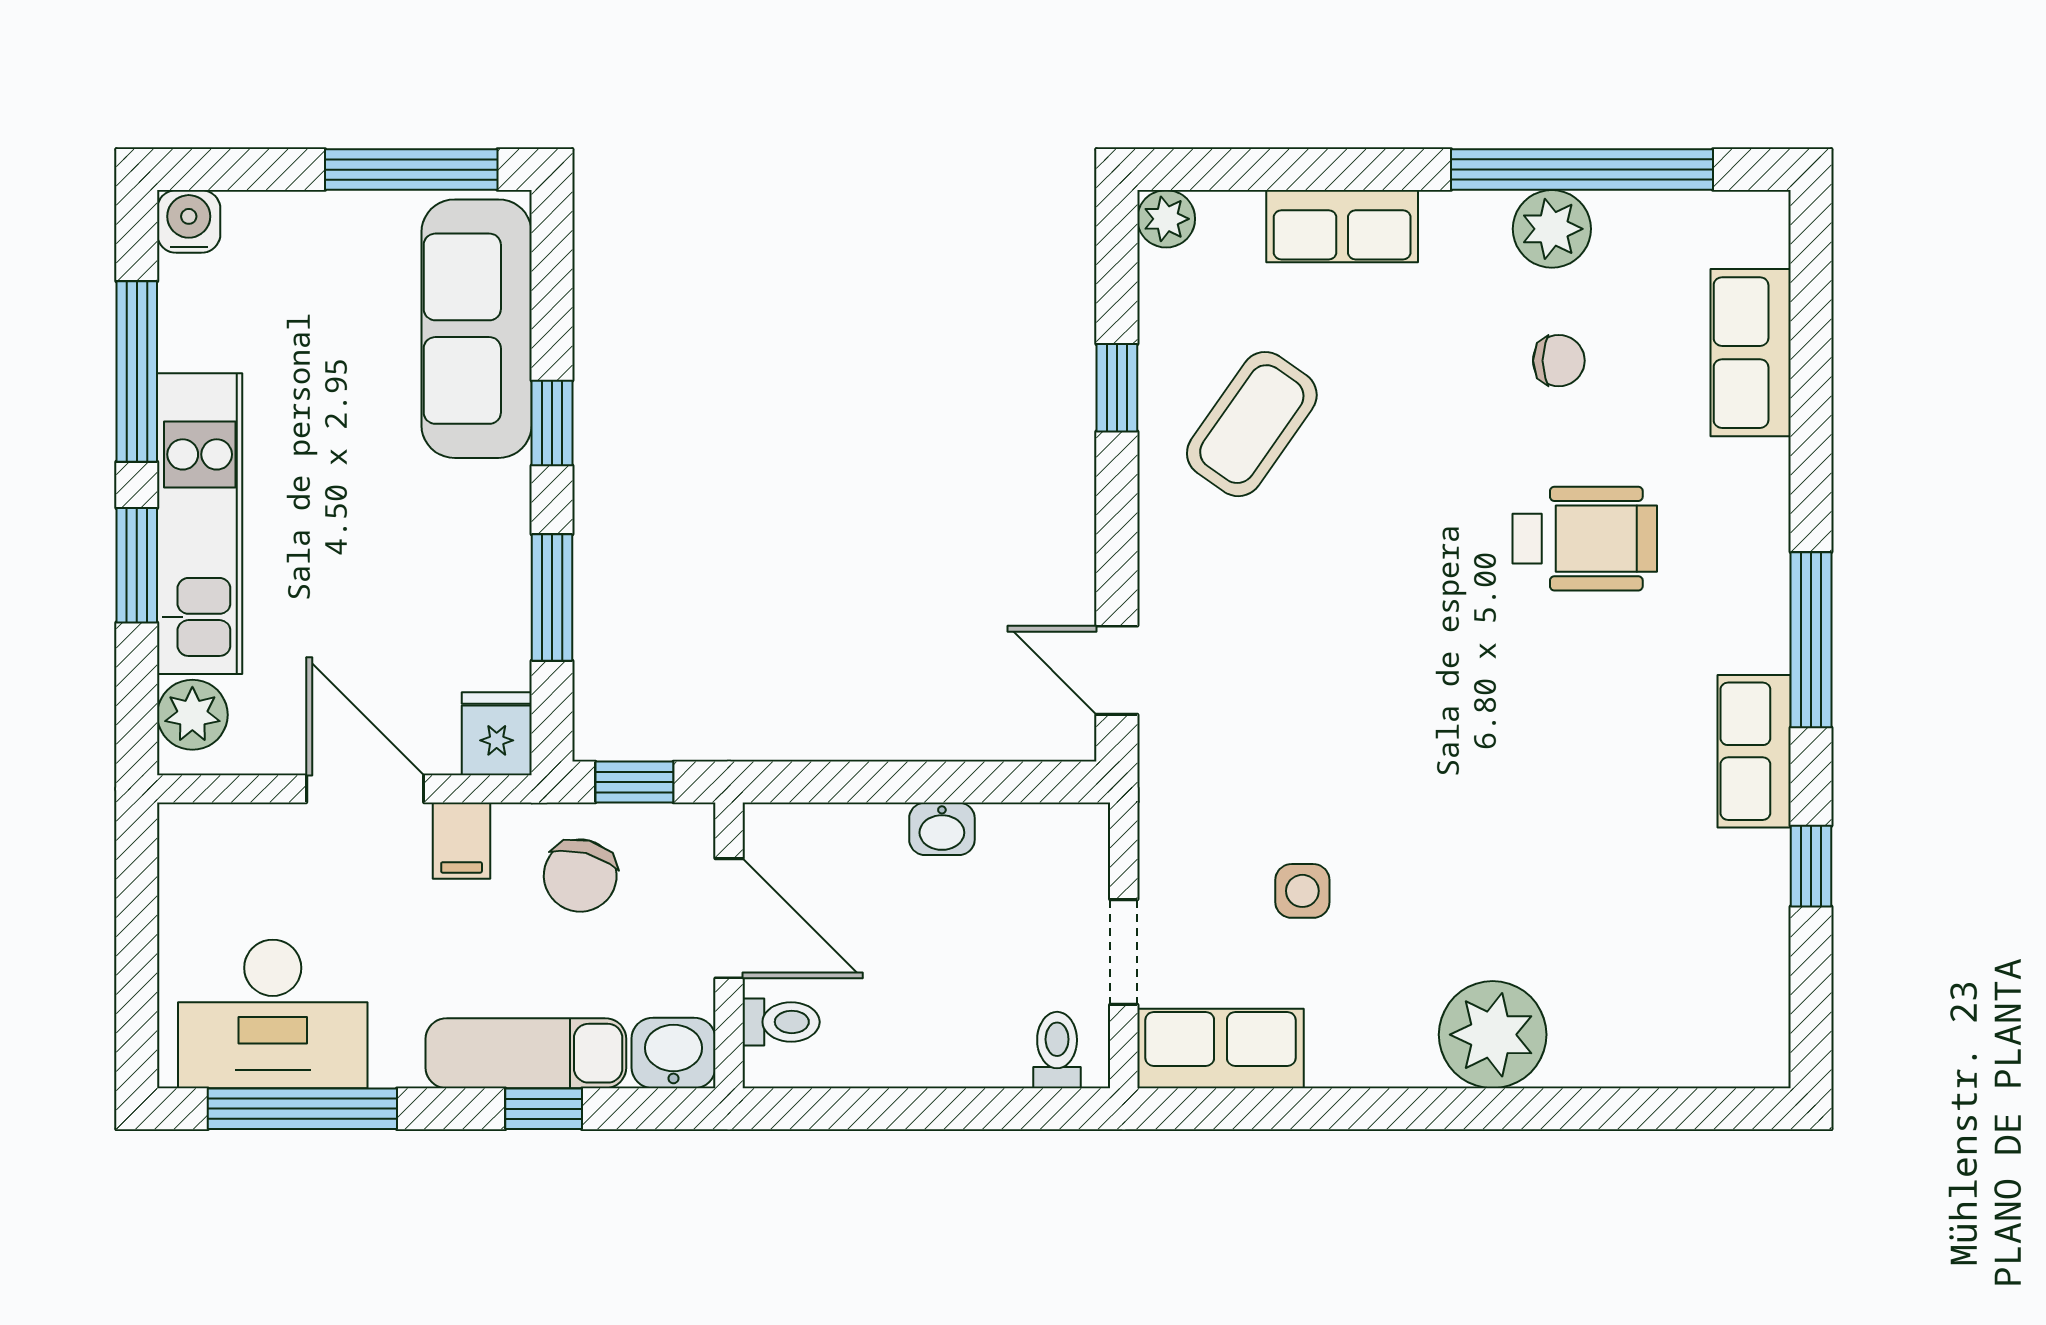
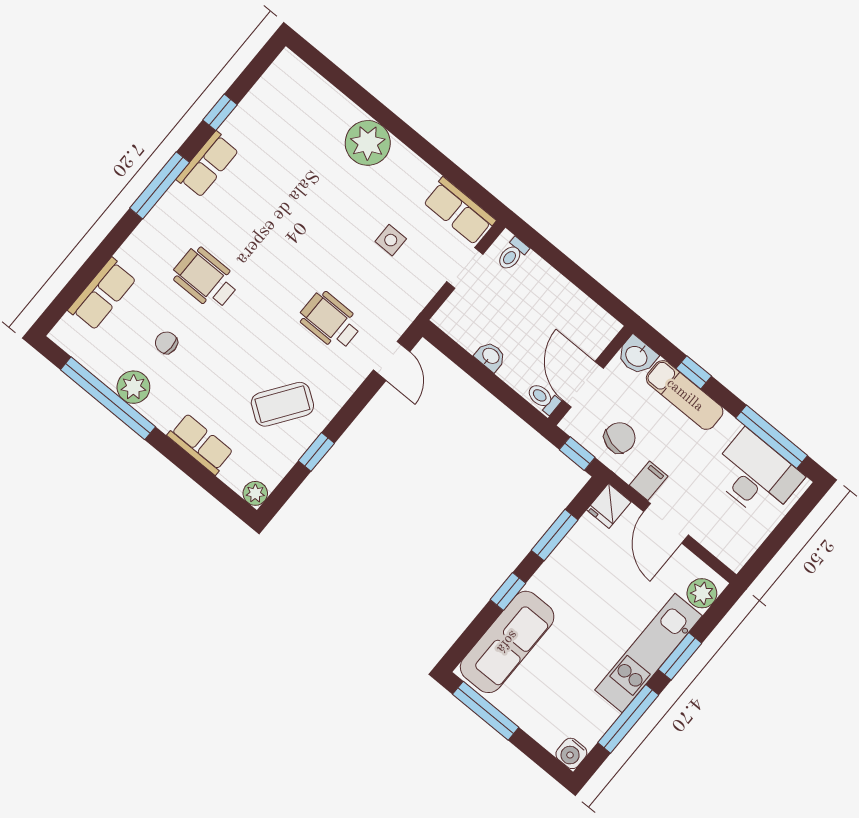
wheelchair: (1291, 650) -> (330, 321), added
toilet: (781, 1022) -> (543, 398), moved

